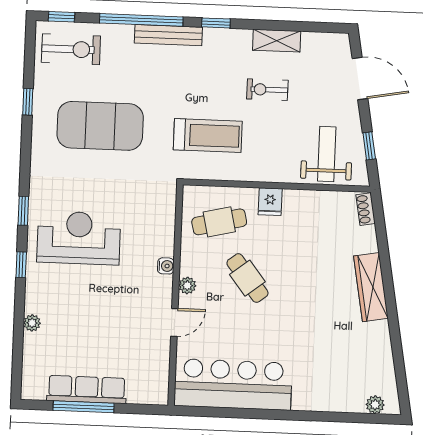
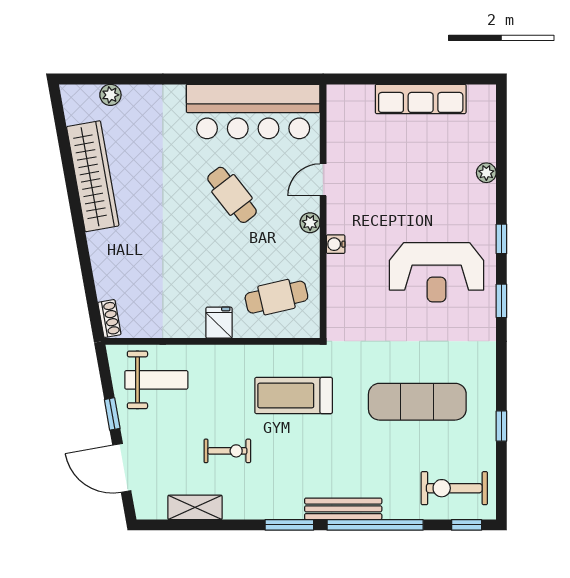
window: (216, 23) -> (289, 525), width x1.50
shelving: (277, 41) -> (195, 507), moved
exercise mat: (100, 126) -> (417, 402), width x0.68
window: (369, 146) -> (112, 414), moved
weight bench: (327, 154) -> (156, 380), turned -90
cafe table: (247, 278) -> (232, 195), moved
wardrobe: (371, 287) -> (93, 176), moved, width x1.40, depth x1.17
plant: (375, 405) -> (110, 95), moved
window: (84, 407) -> (423, 79), removed

